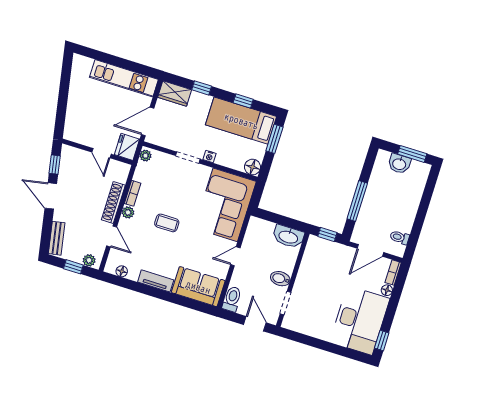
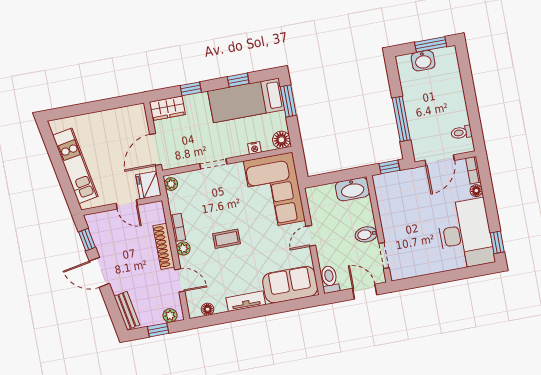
kitchen unit: (124, 78) -> (75, 166), moved, turned -100
nightstand: (209, 157) -> (255, 148), moved

